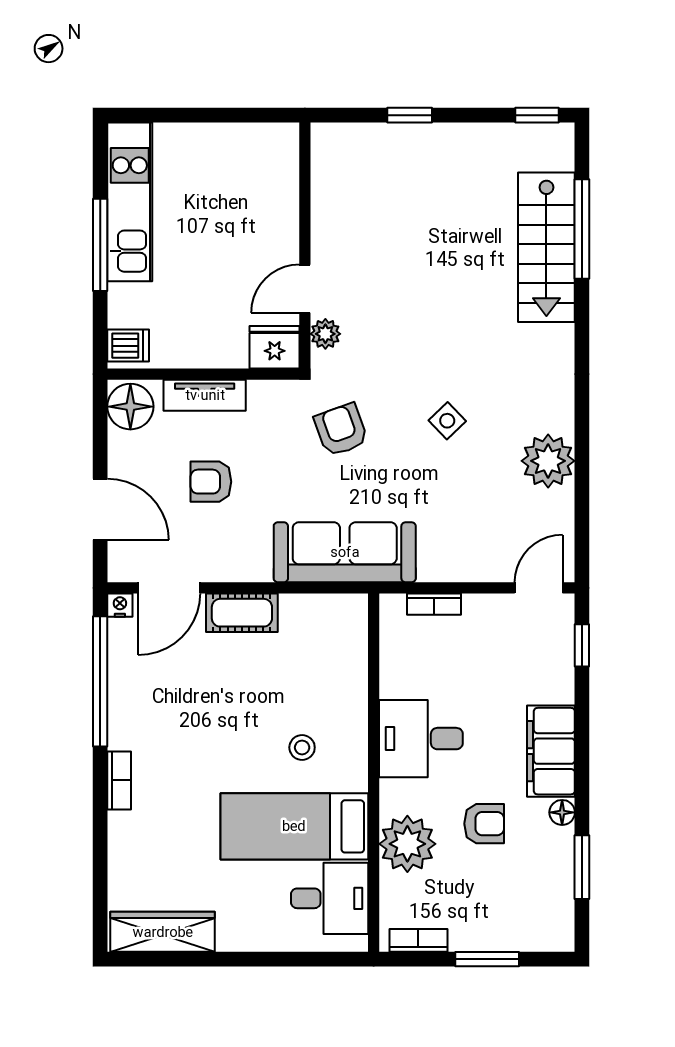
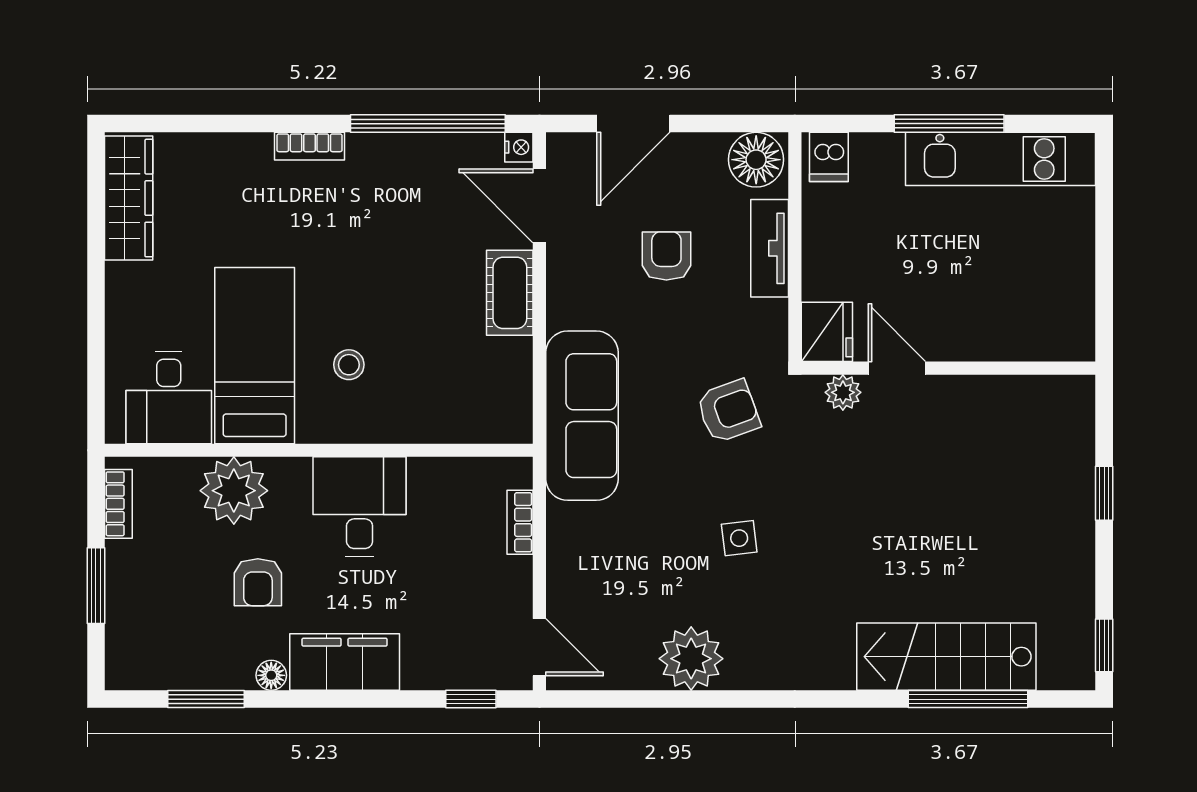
side table: (447, 421) -> (739, 538), turned 37

